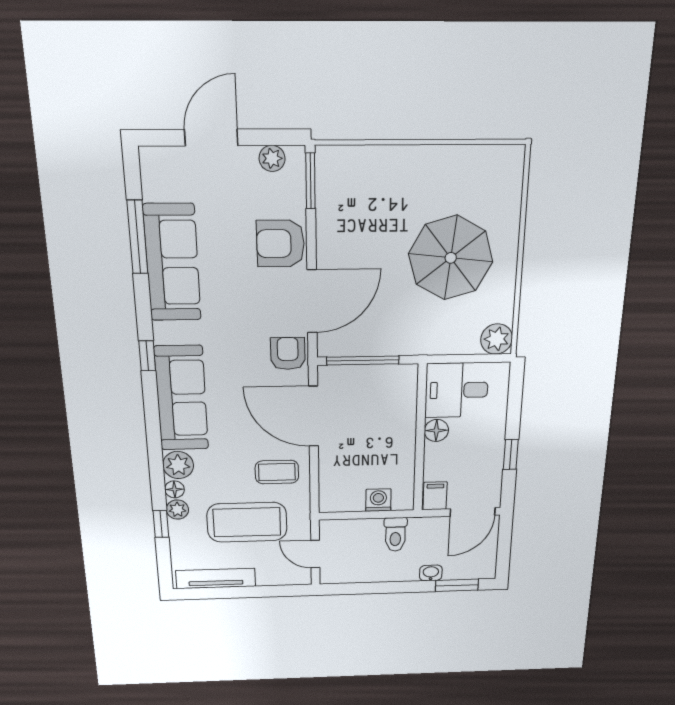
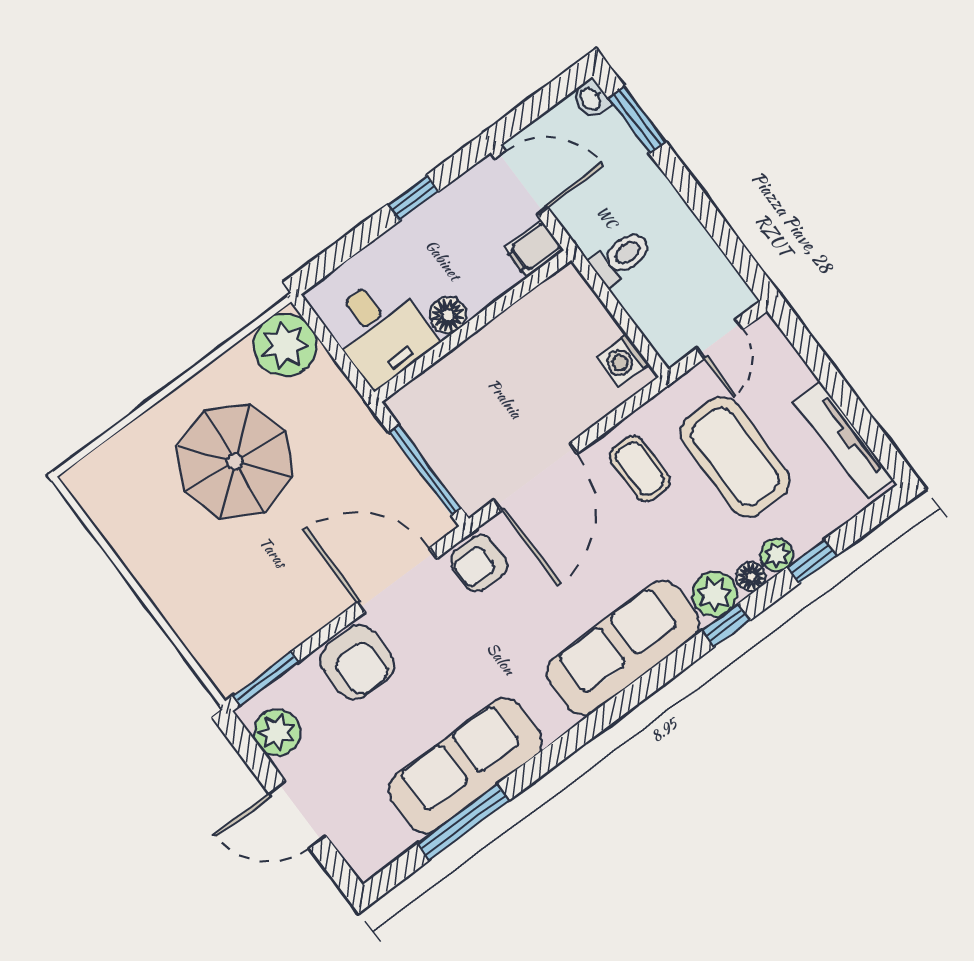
plant: (272, 158) -> (277, 732), width x1.38, depth x1.38
plant: (497, 339) -> (285, 345), width x1.36, depth x1.36
window: (147, 356) -> (726, 625), moved
washing machine: (378, 500) -> (623, 360), moved
washbasin: (431, 573) -> (591, 99), moved

